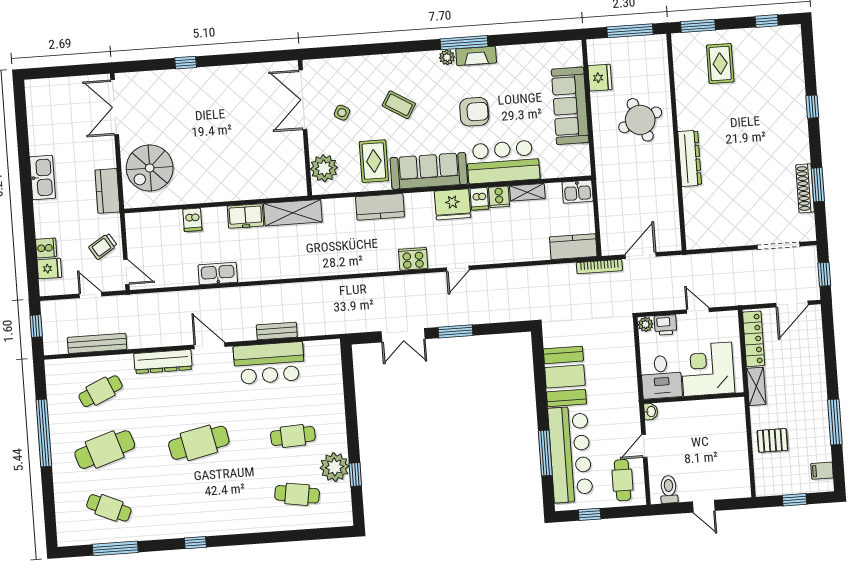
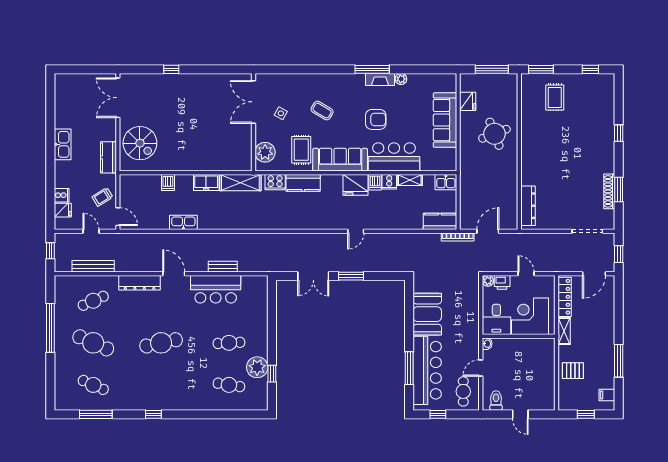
plant: (447, 57) -> (401, 79), moved
dresser: (690, 158) -> (528, 206), moved
spiral stairs: (150, 168) -> (140, 143), turned -90
cooker: (413, 259) -> (275, 182), moved, turned 180
cafe table: (105, 450) -> (93, 343), turned 42

